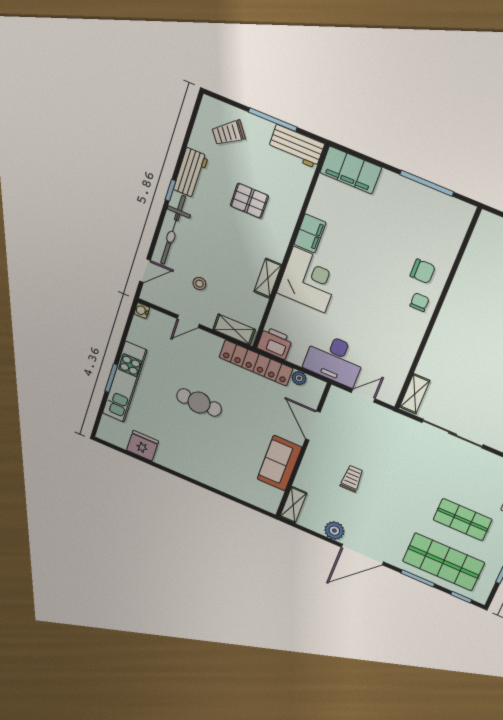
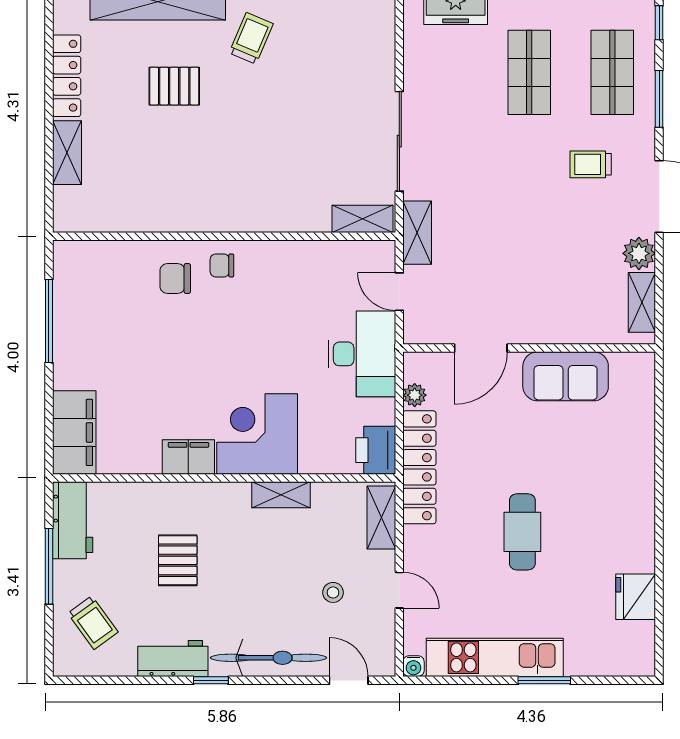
chair: (423, 271) -> (175, 279), turned -90
kitchen unit: (125, 382) -> (495, 657), moved
shelving: (394, 420) -> (417, 233), added
trolley: (352, 479) -> (591, 164), moved
shelving: (293, 505) -> (642, 302), moved, turned 90
shop shelf: (443, 562) -> (612, 72), width x0.70, depth x0.74

